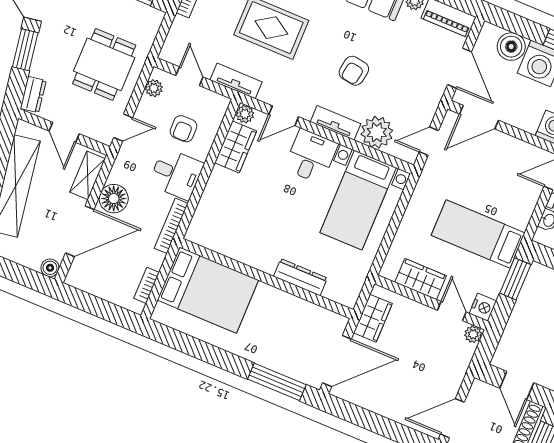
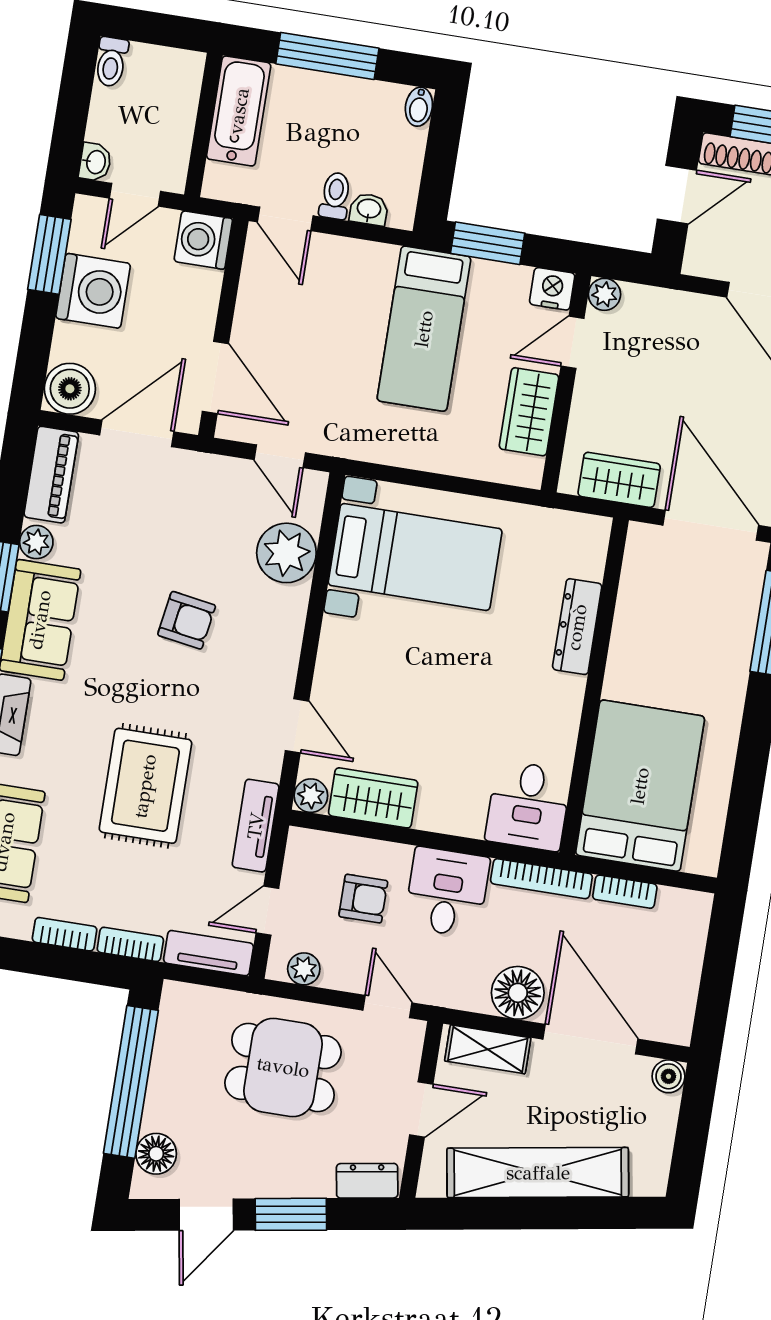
boiler: (511, 47) -> (70, 389), moved
tv unit: (336, 123) -> (209, 953), moved, turned 90
desk: (311, 156) -> (528, 806), moved, turned -90
bookcase: (147, 285) -> (625, 892), moved

